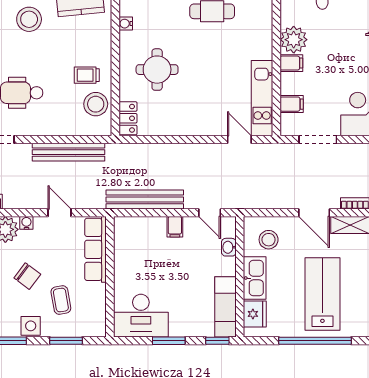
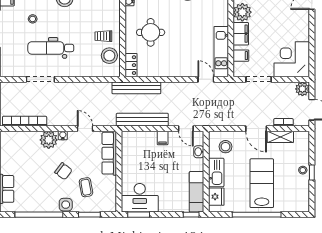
filing cabinet: (291, 63) -> (241, 34), width x2.00
bench: (69, 152) -> (136, 88), moved
window: (169, 341) -> (139, 215), moved

